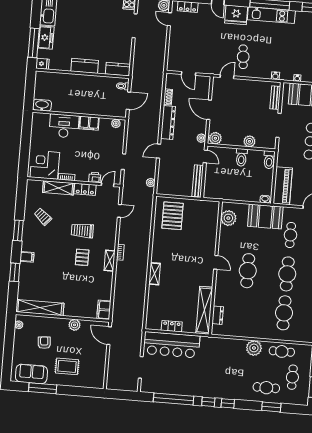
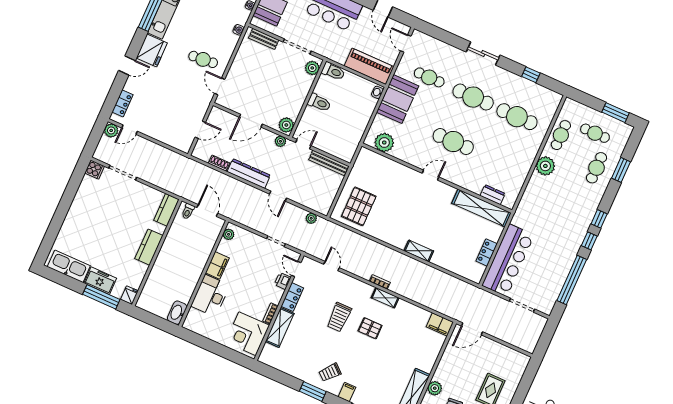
plant: (249, 141) -> (312, 68), moved
pallet: (173, 216) -> (359, 206), turned 90
trolley: (43, 217) -> (330, 372), moved
plant: (74, 325) -> (435, 388), moved

